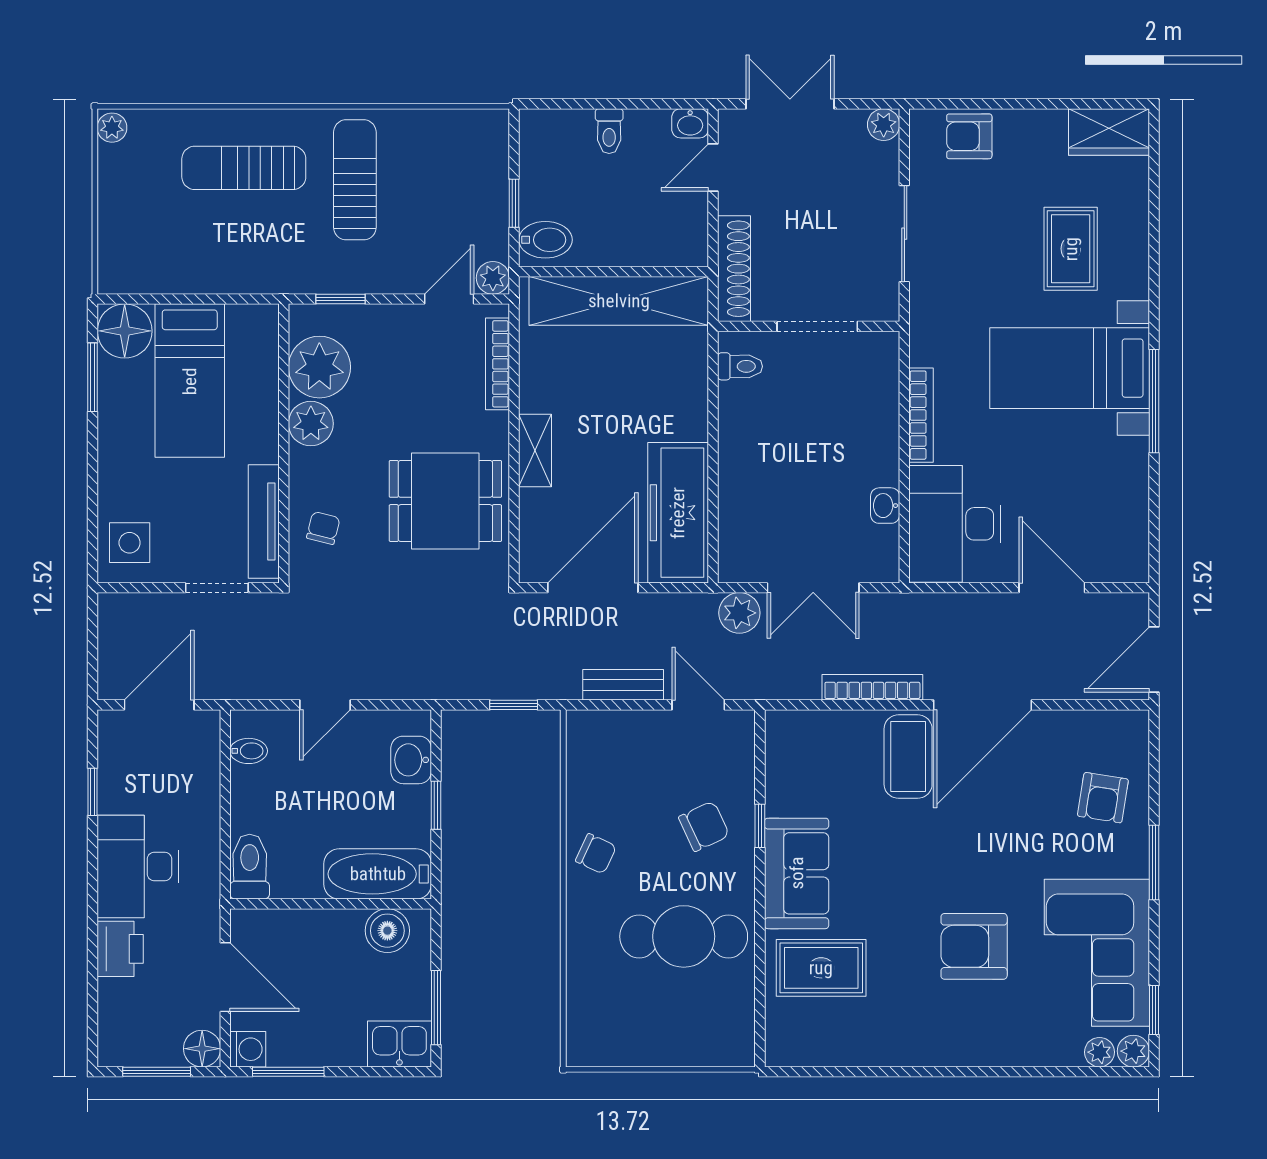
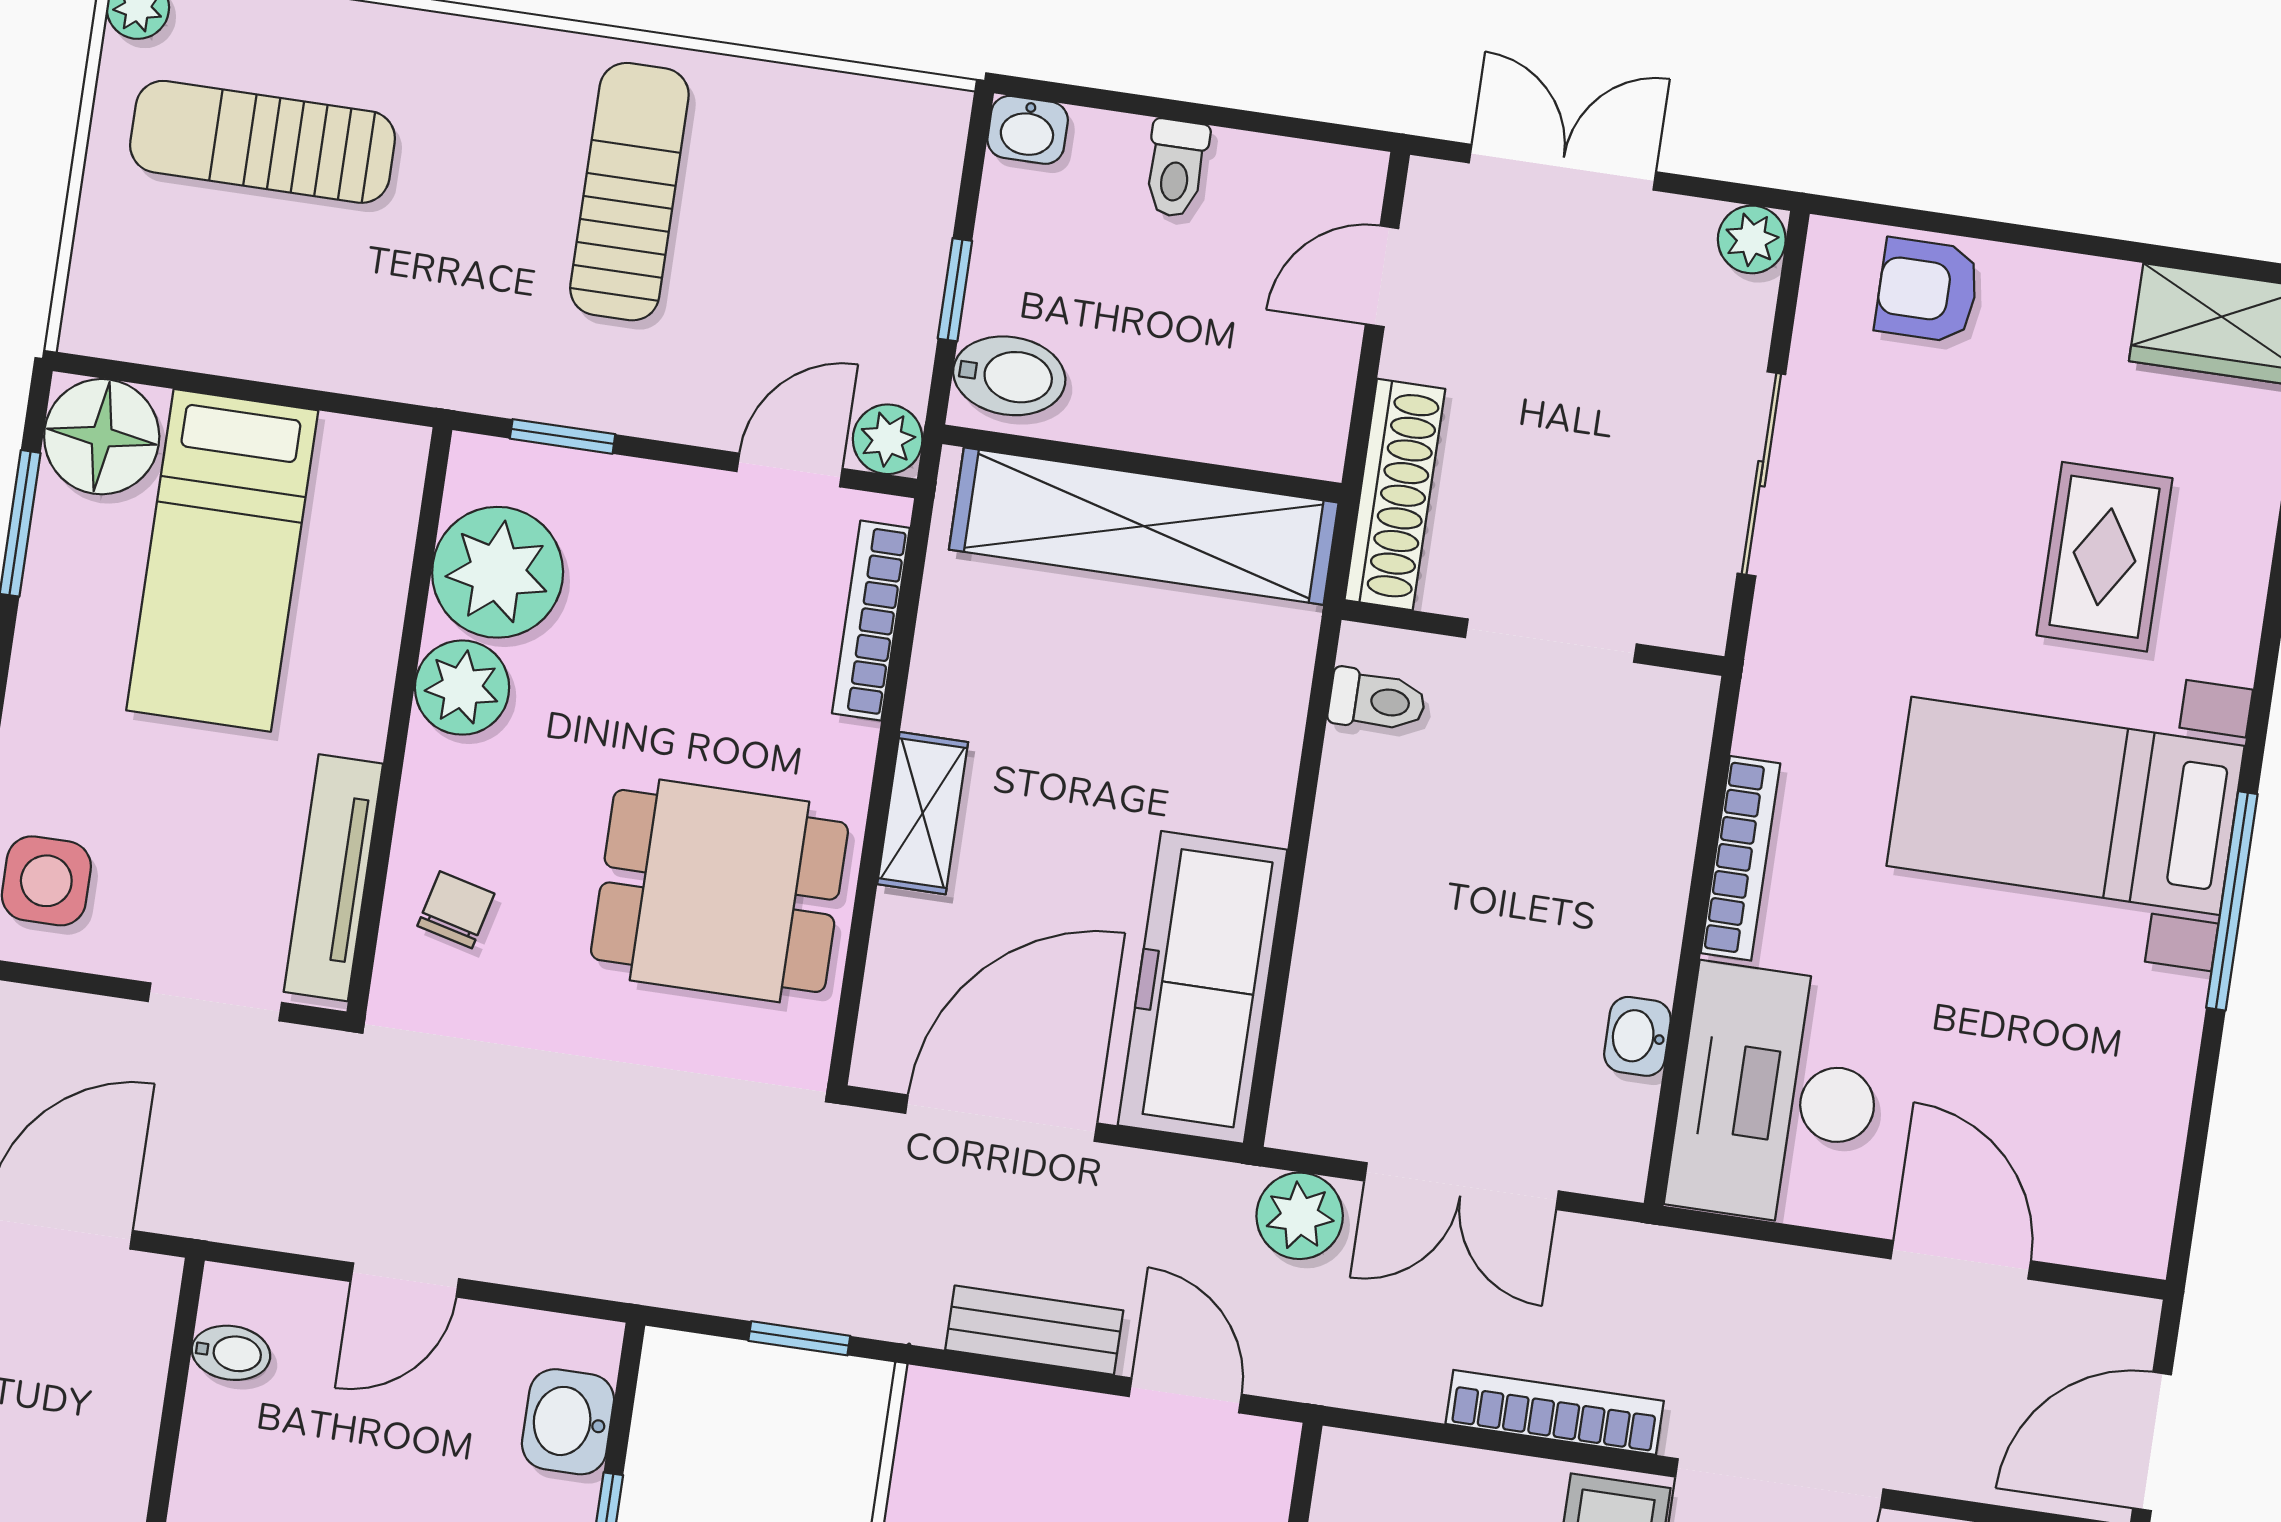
washbasin: (690, 123) -> (1028, 130), moved
sun lounger: (244, 168) -> (263, 142), moved

